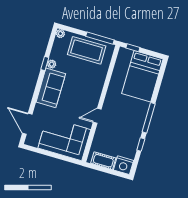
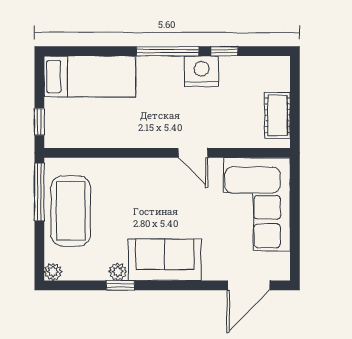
bed: (142, 76) -> (90, 77), width x0.67
nightstand: (123, 165) -> (202, 71), moved, turned -90

